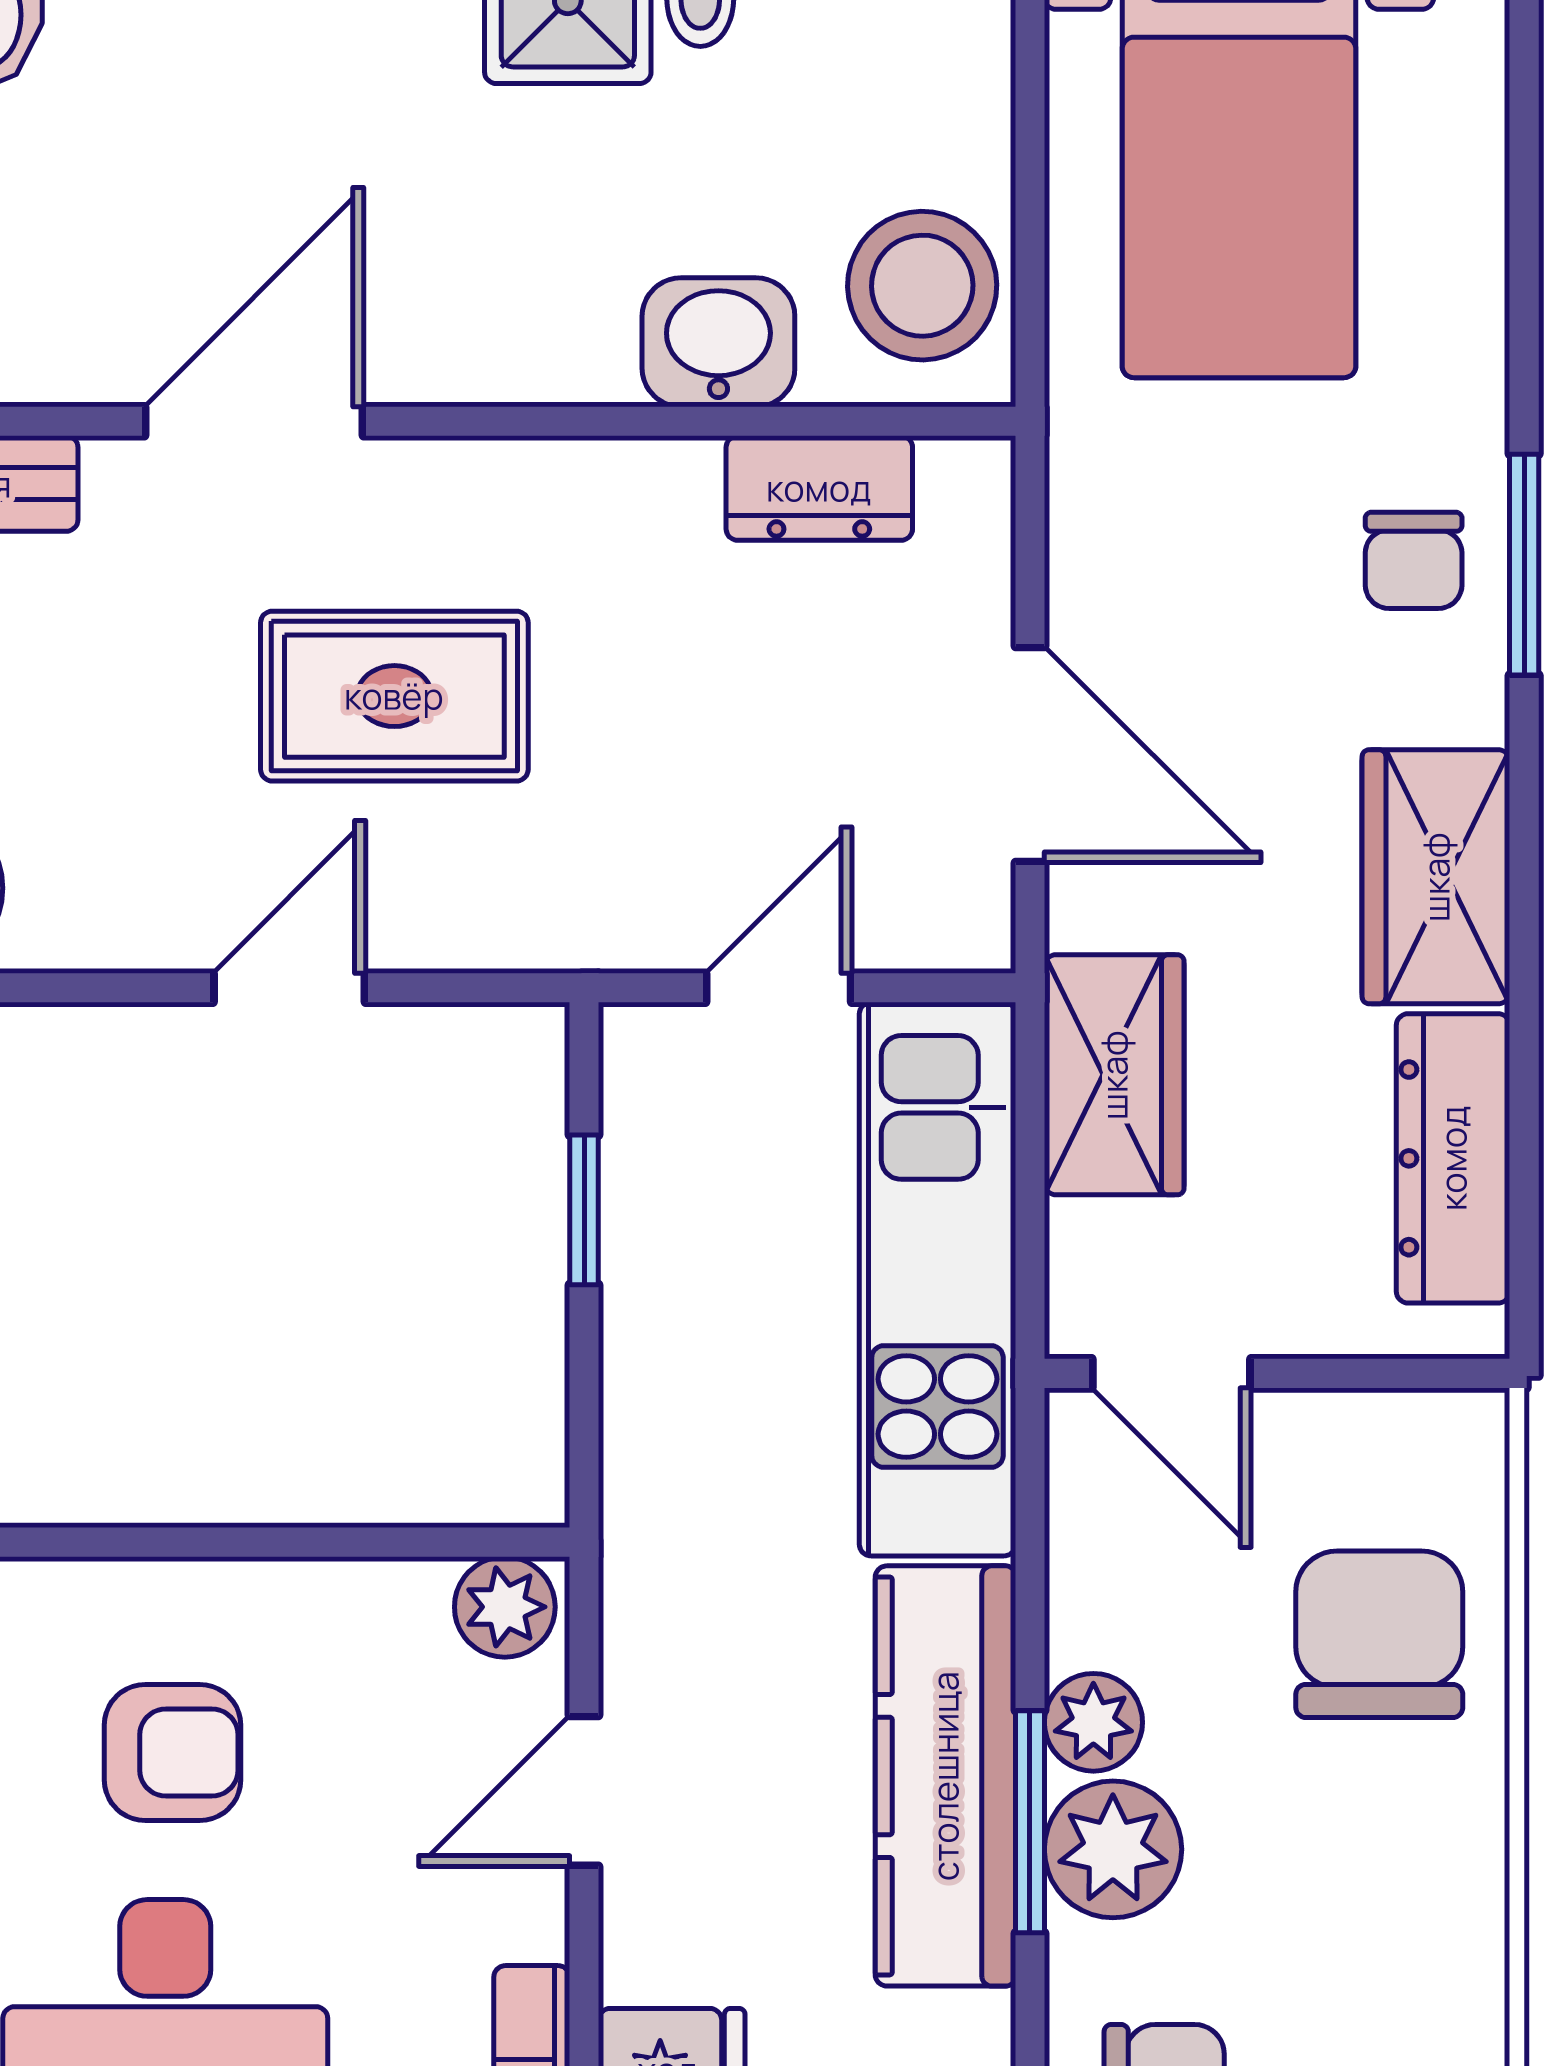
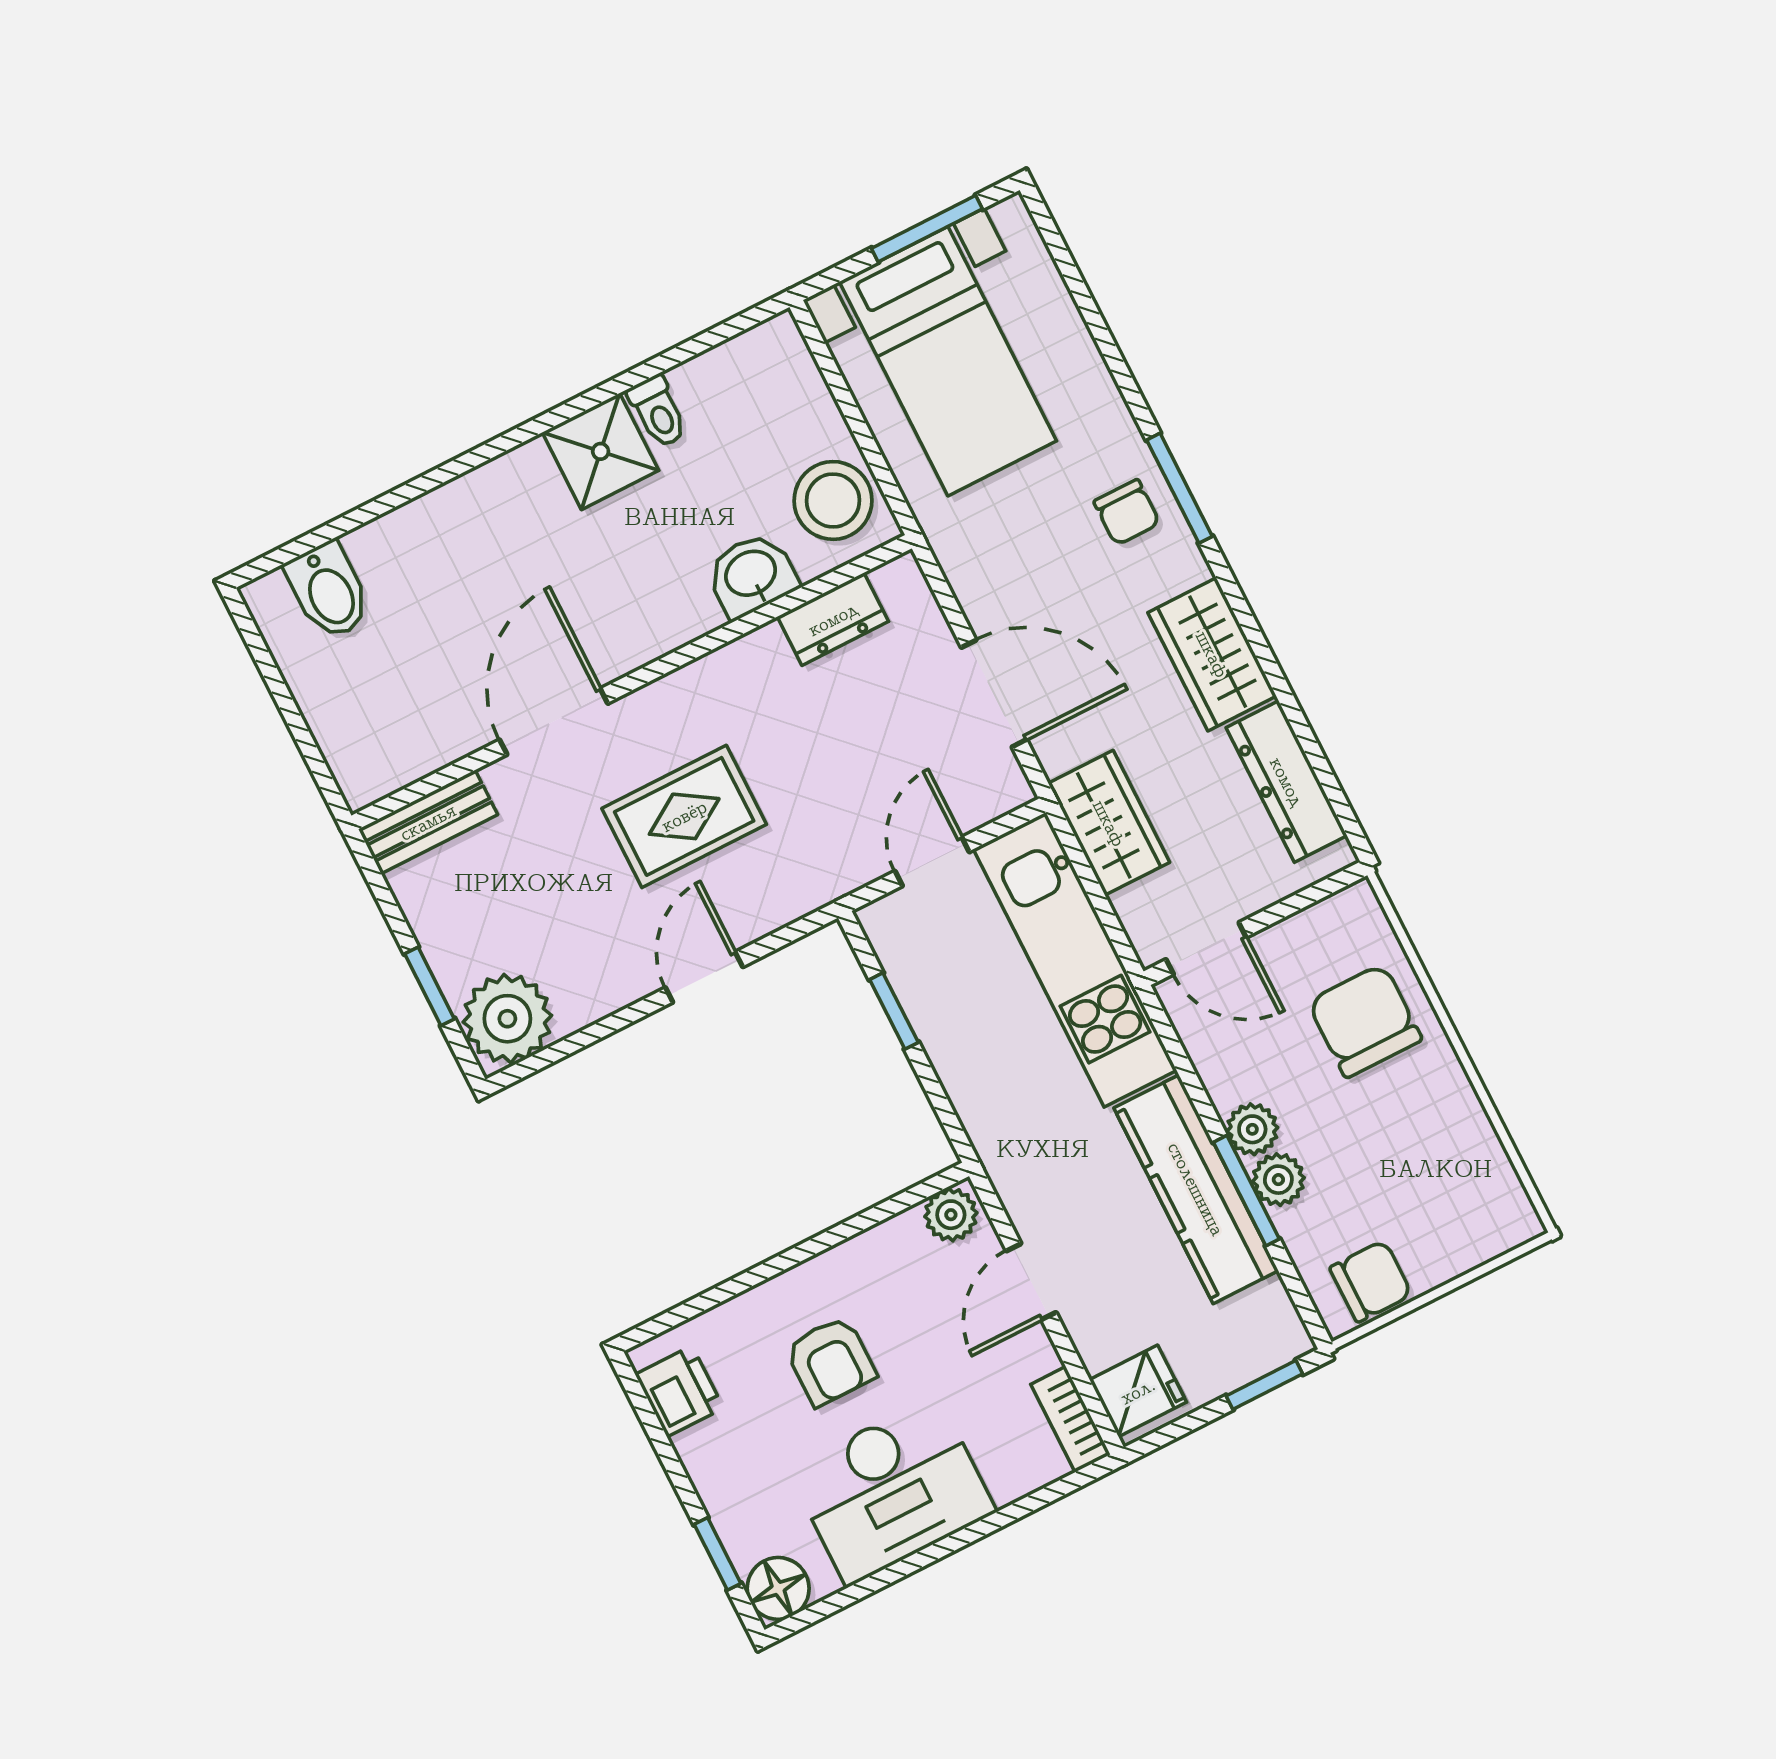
armchair: (173, 1752) -> (830, 1361), turned 90
plant: (1113, 1849) -> (1278, 1180), width x0.73, depth x0.73

